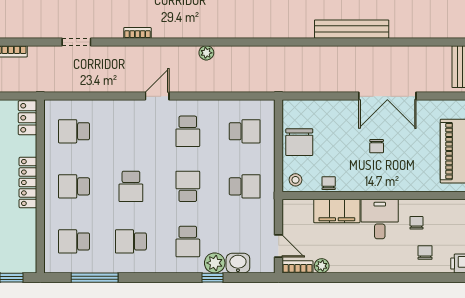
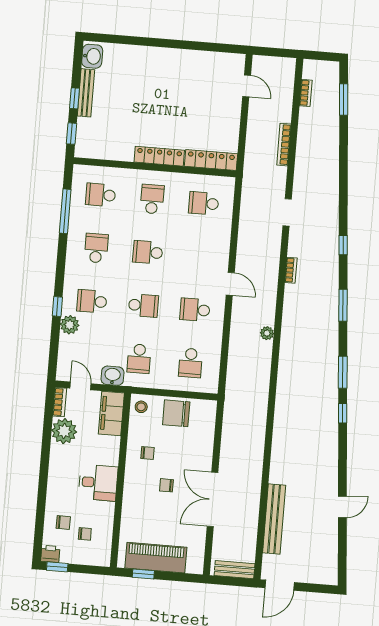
bench: (352, 29) -> (274, 519), moved
locker: (27, 118) -> (211, 160), width x1.53
school desk: (74, 131) -> (204, 203), turned -90
chair: (329, 183) -> (148, 453), moved
filing cabinet: (337, 211) -> (111, 413), moved
chair: (416, 223) -> (85, 534), moved
school desk: (74, 241) -> (101, 195), turned -90
door: (279, 246) -> (81, 386), swing flipped
washbasin: (238, 263) -> (112, 376), moved, turned -90
plant: (322, 266) -> (64, 431), width x1.87, depth x1.87
window: (212, 278) -> (57, 306), moved

